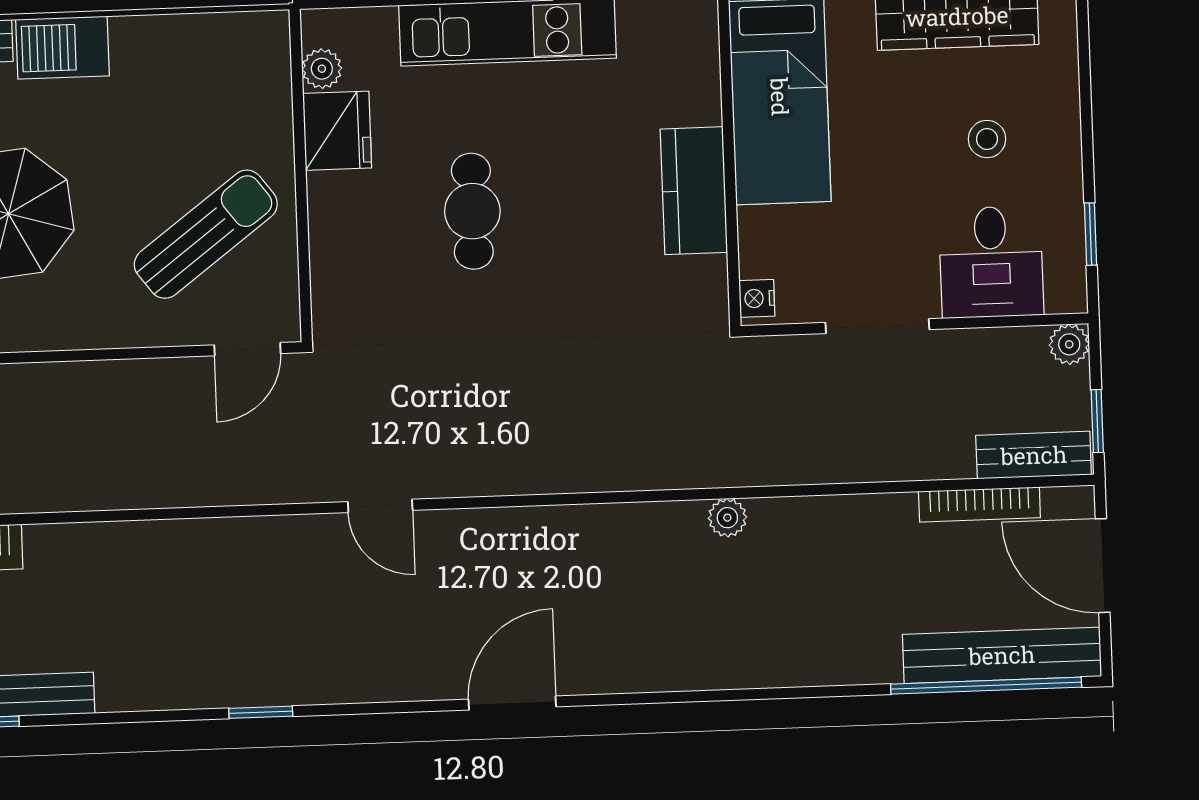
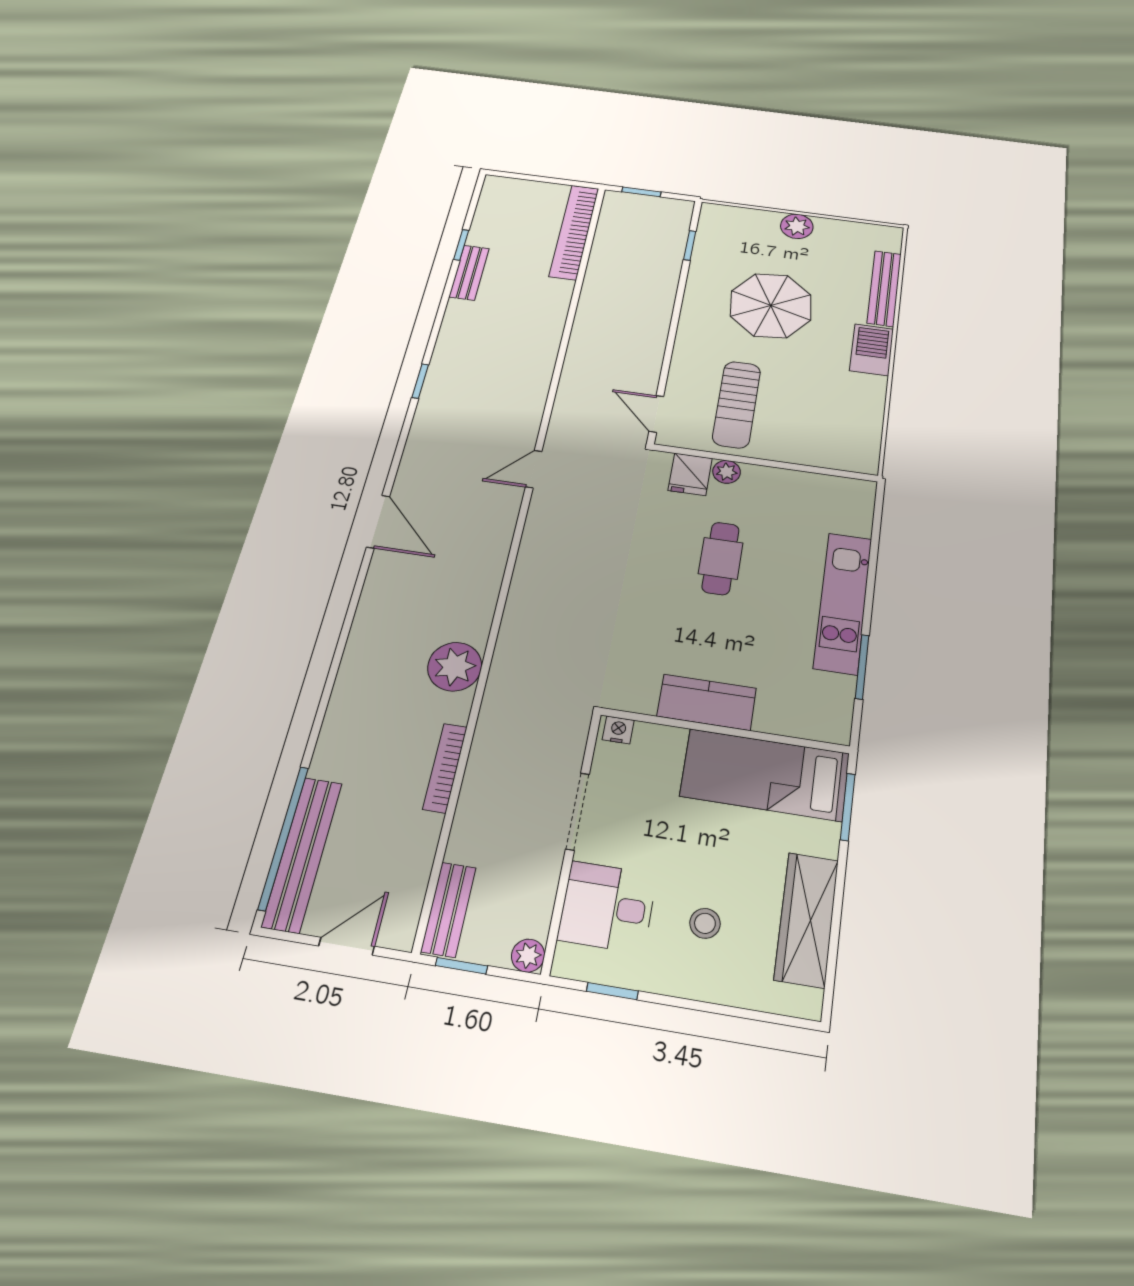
plant: (322, 69) -> (727, 472), moved
fridge: (337, 131) -> (690, 474), moved, width x0.72
cafe table: (472, 211) -> (721, 558), turned 90
sun lounger: (206, 234) -> (737, 404), turned 37
bookcase: (979, 504) -> (445, 768), moved
plant: (727, 518) -> (455, 667), width x1.88, depth x1.88
door: (1103, 566) -> (346, 946), width x0.73

